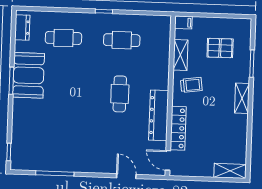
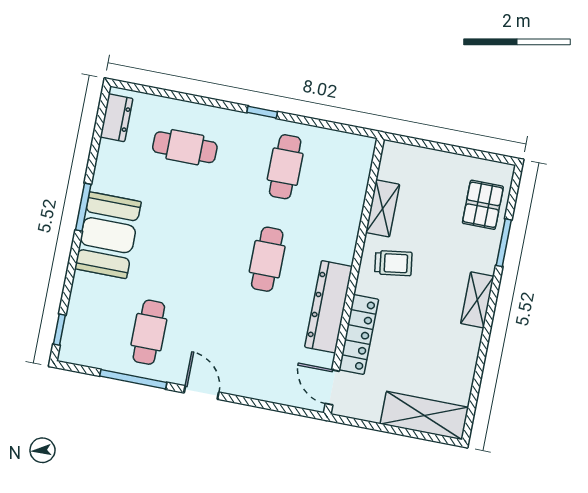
filing cabinet: (183, 23) -> (396, 153), removed
cafe table: (122, 40) -> (285, 167), turned 90
pallet: (220, 48) -> (483, 205), moved, turned 90
booth: (29, 75) -> (108, 235), moved
cafe table: (60, 146) -> (149, 332), added
shelving: (230, 171) -> (424, 416), width x1.50, depth x1.33
door: (126, 176) -> (201, 393), moved

